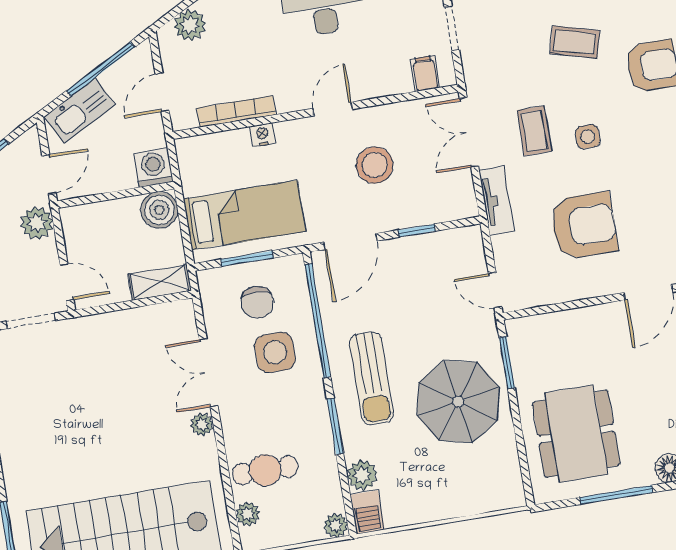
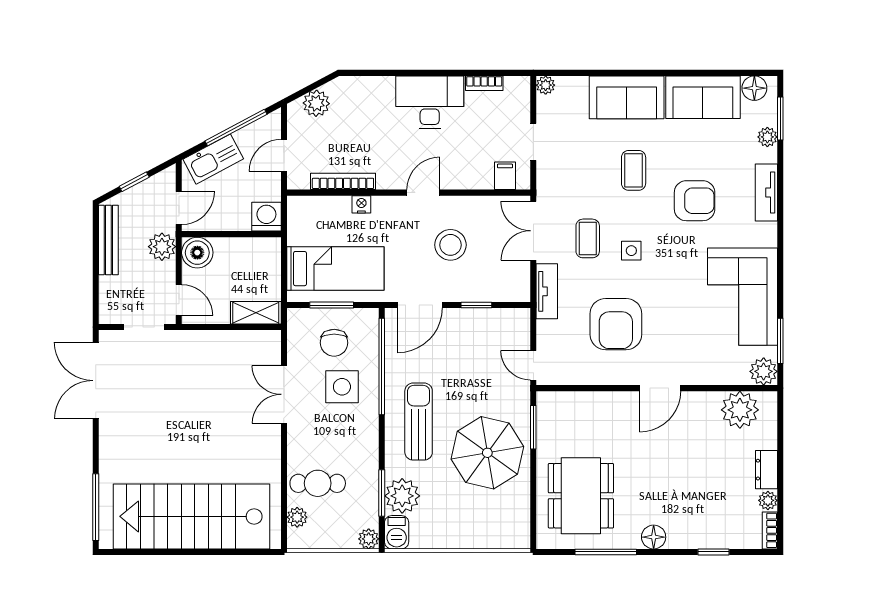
coffee table: (575, 42) -> (634, 170), turned 75
boiler: (159, 210) -> (197, 253), moved
armchair: (584, 226) -> (616, 324), turned 90
sun lounger: (372, 378) -> (419, 422), turned 180
plant: (202, 424) -> (271, 436), removed
window: (335, 426) -> (382, 493), moved
plant: (362, 475) -> (402, 496), width x1.36, depth x1.36

